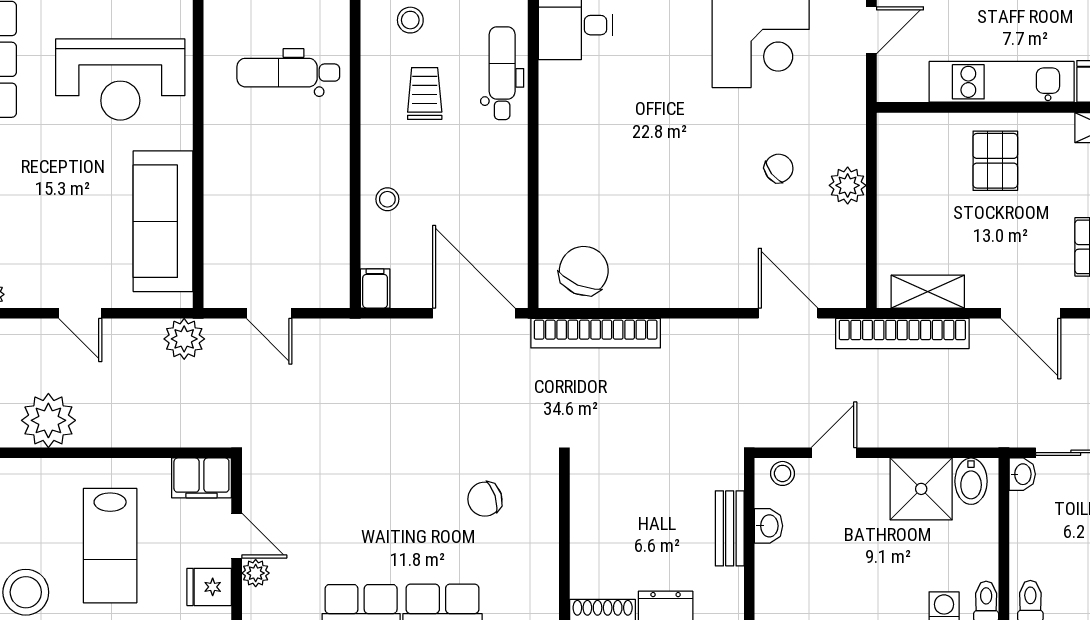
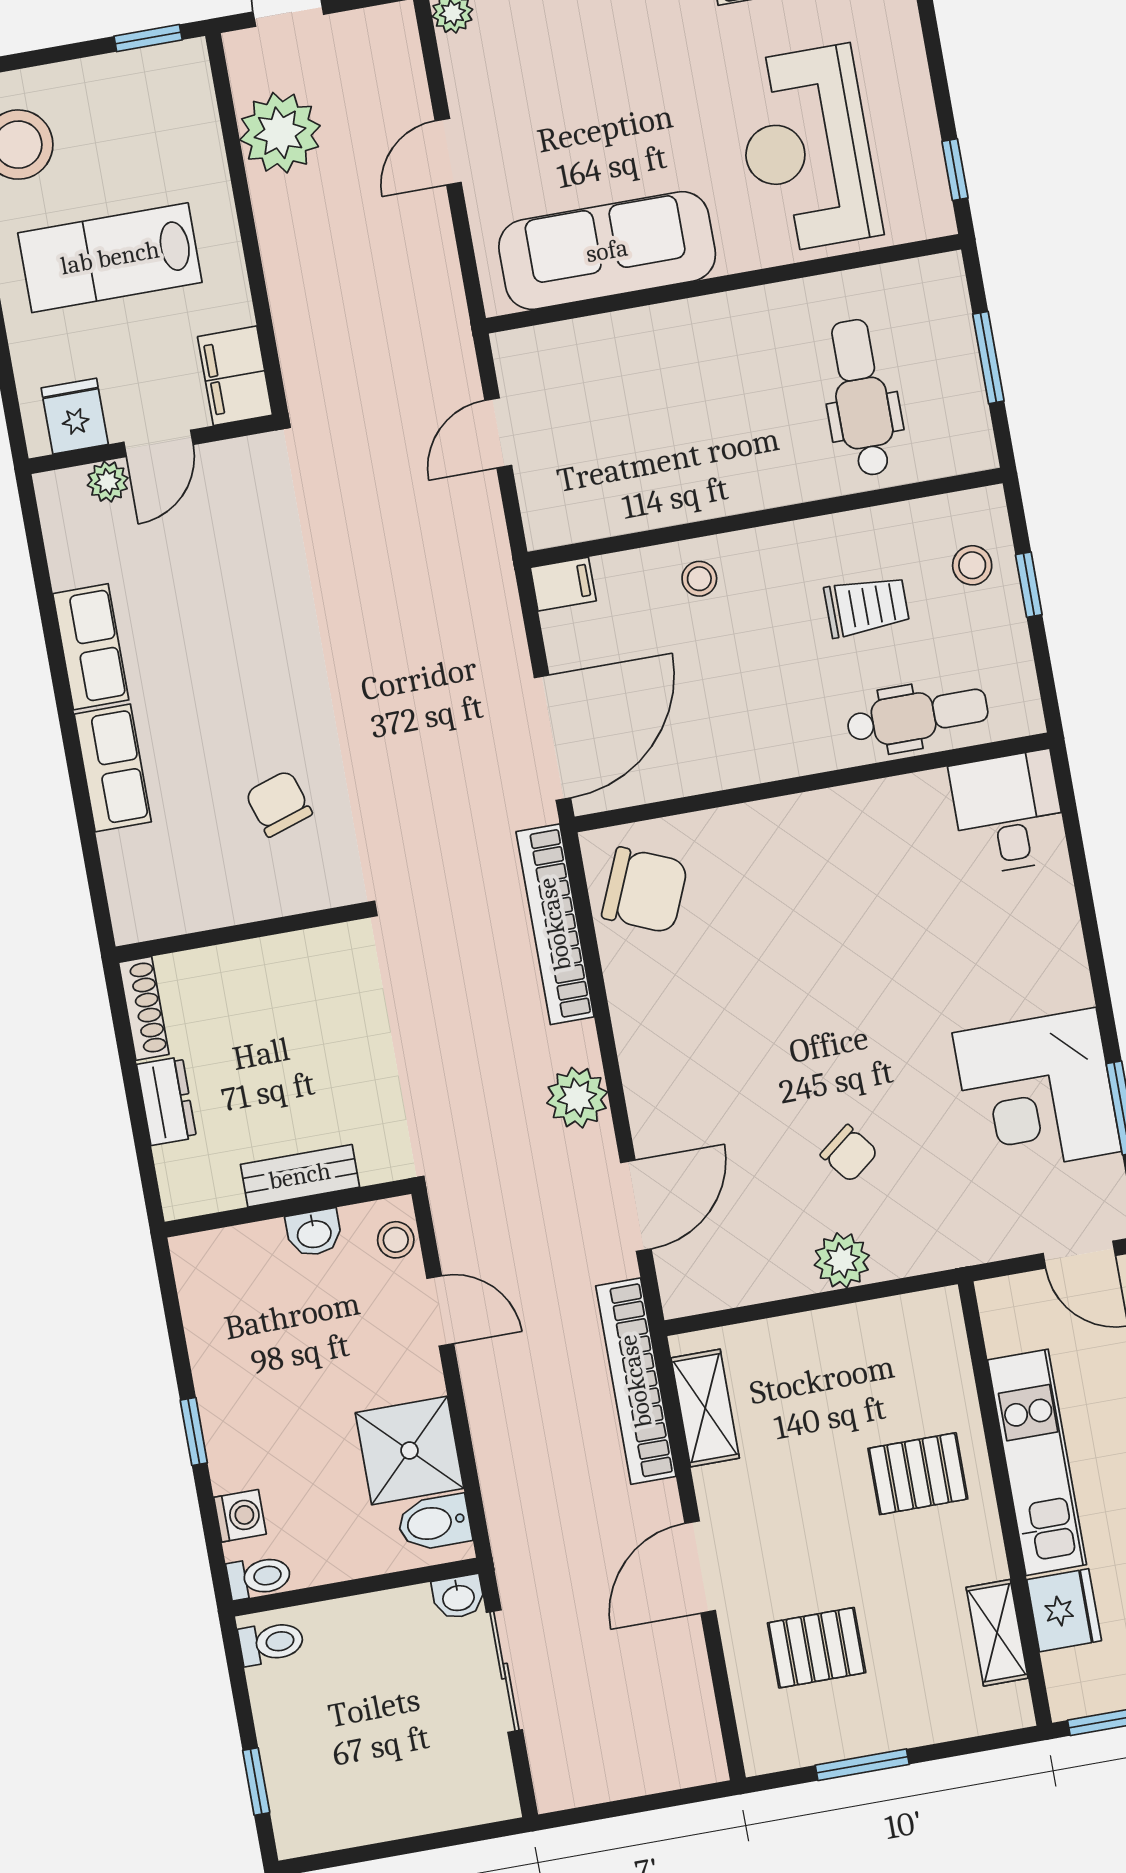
plant: (184, 339) -> (577, 1098), moved

